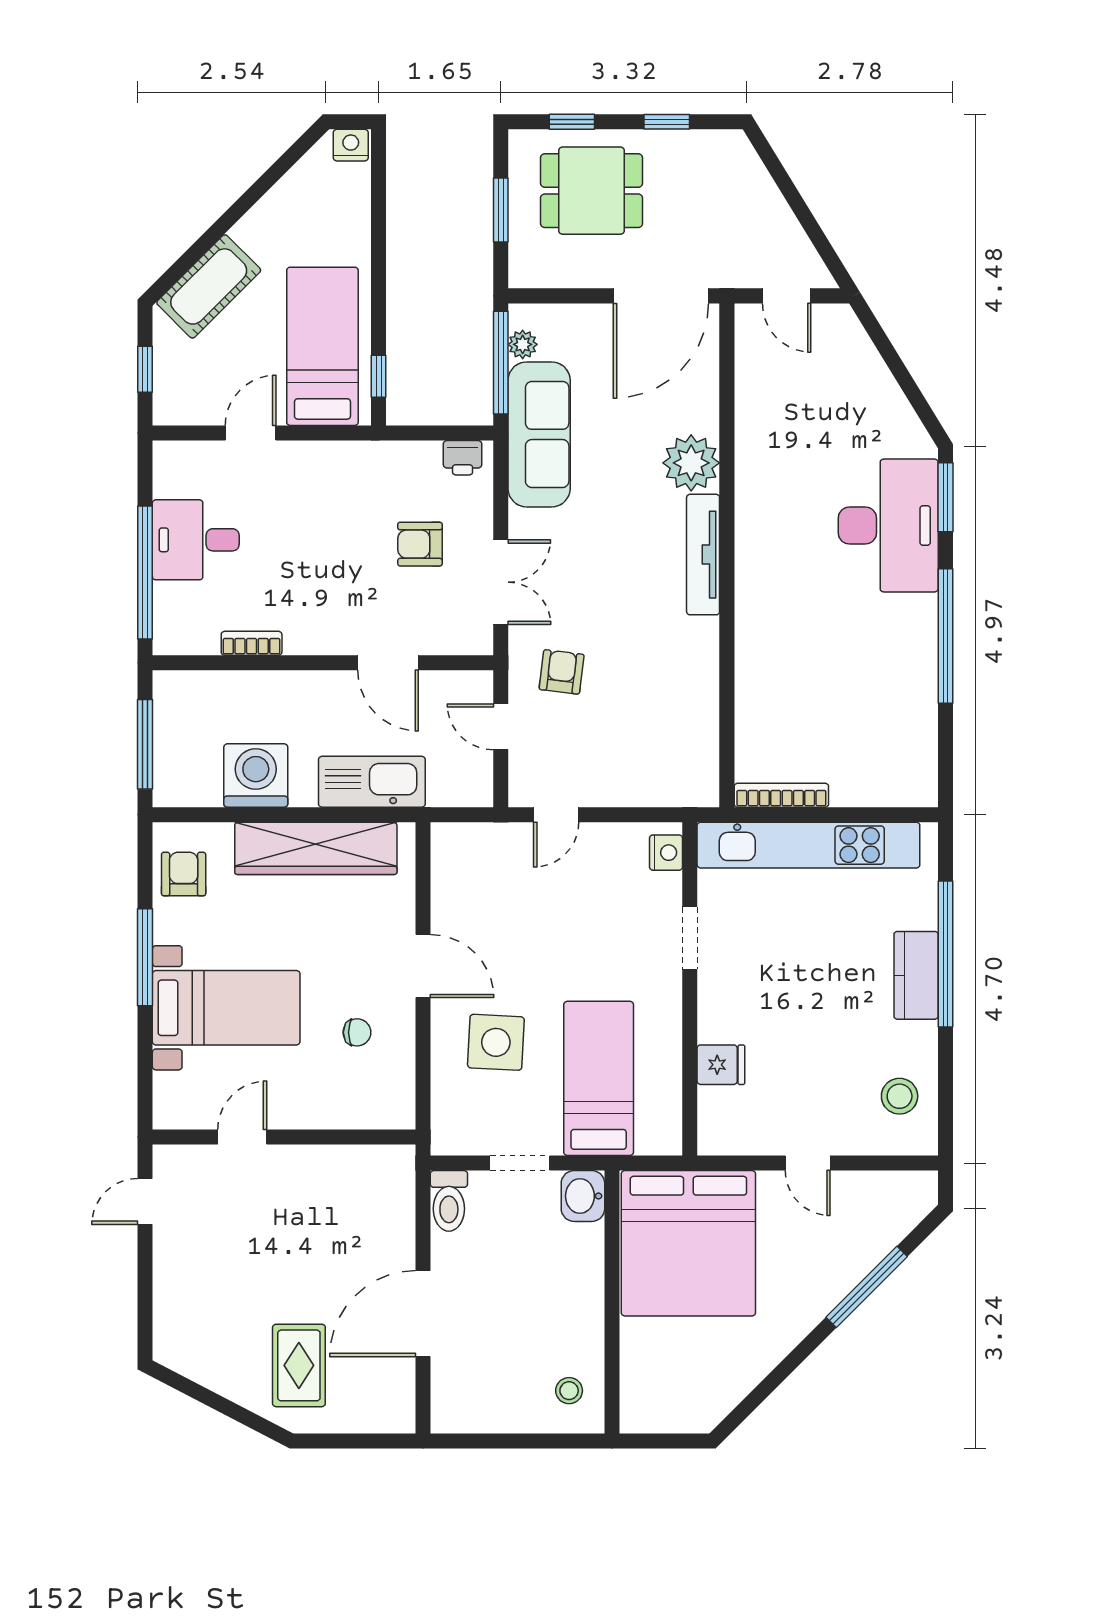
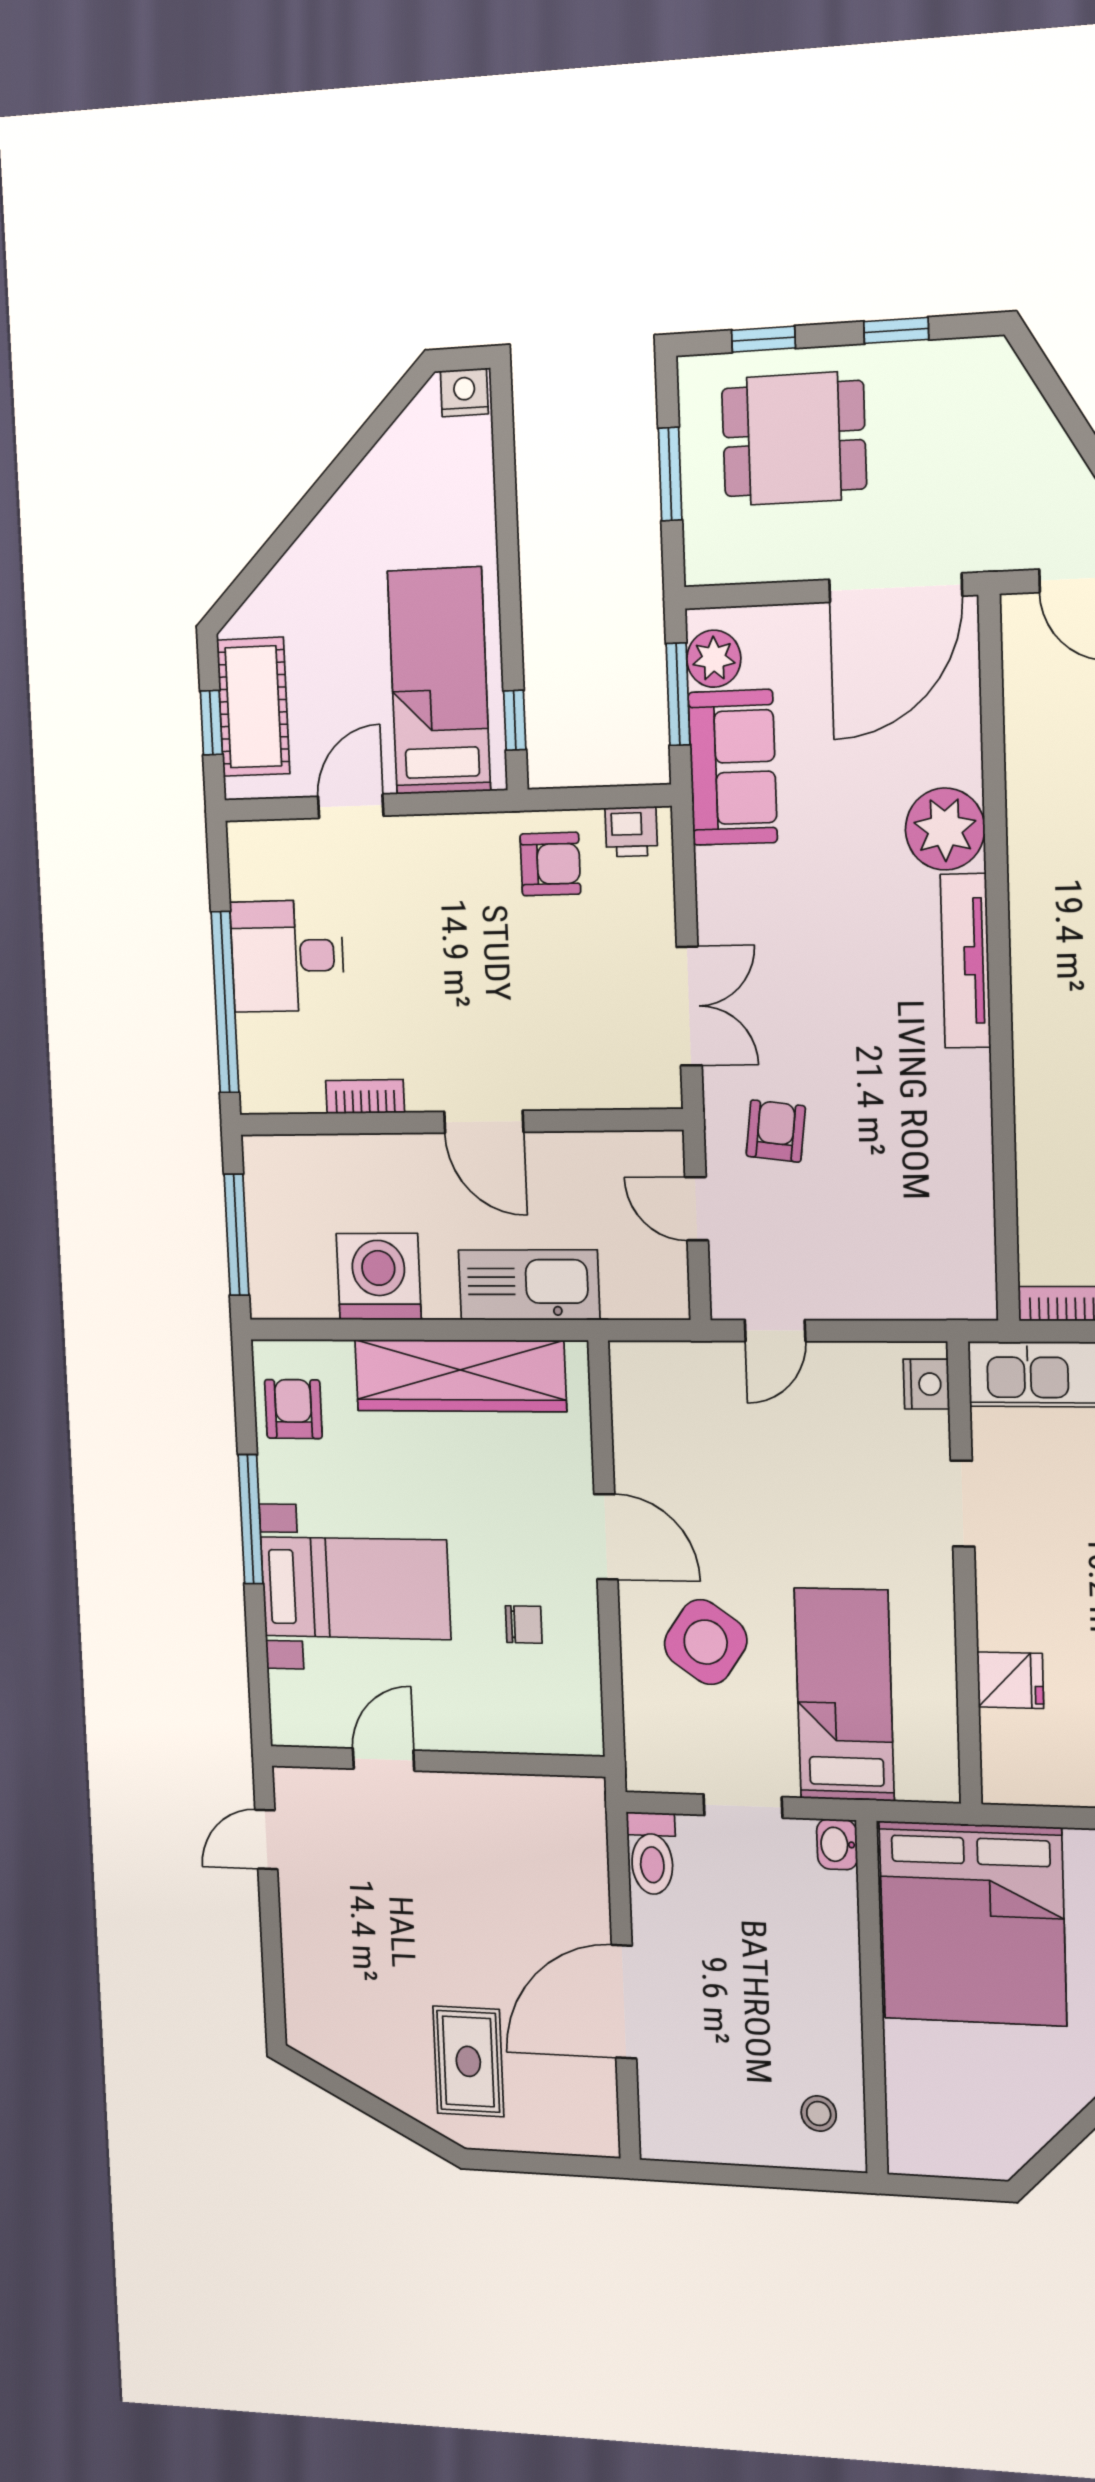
cot: (209, 286) -> (253, 707), moved, turned -45
plant: (523, 344) -> (714, 659), width x1.38, depth x1.38
window: (501, 363) -> (678, 694), width x0.69
sofa: (539, 434) -> (733, 767), width x0.73
armchair: (420, 544) -> (550, 864), moved, turned 180
door: (388, 663) -> (484, 1122), moved
side table: (496, 1042) -> (706, 1642), turned 32
washbasin: (583, 1196) -> (837, 1844), width x0.72, depth x0.69

